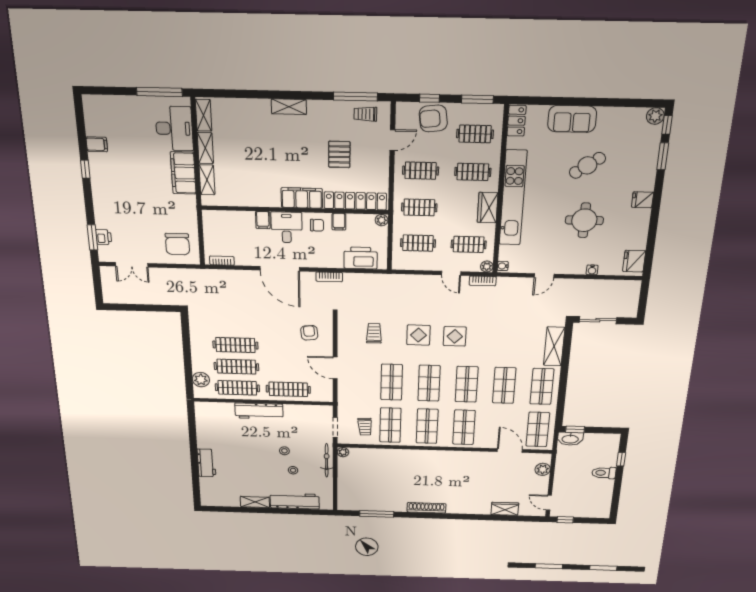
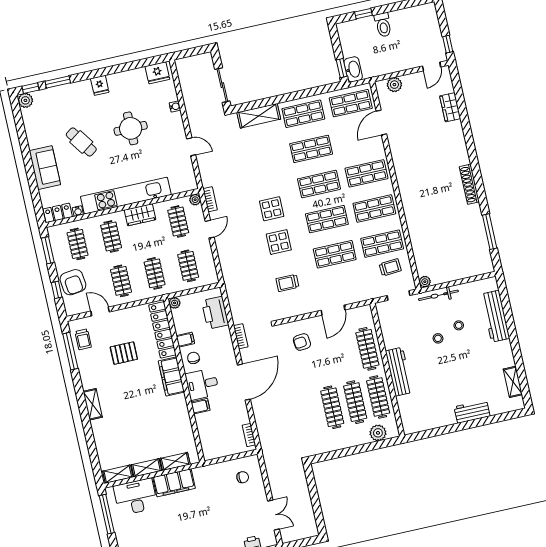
chair: (177, 244) -> (243, 477), width x0.54, depth x0.54
water cooler: (503, 266) -> (78, 211), moved
shelving: (255, 502) -> (513, 382), moved

